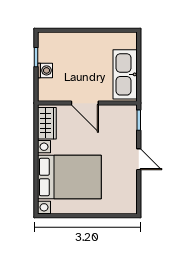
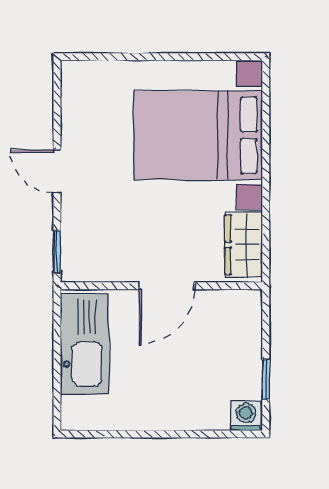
washing machine: (45, 70) -> (246, 416), moved, turned 90
door: (85, 103) -> (167, 286), swing flipped

